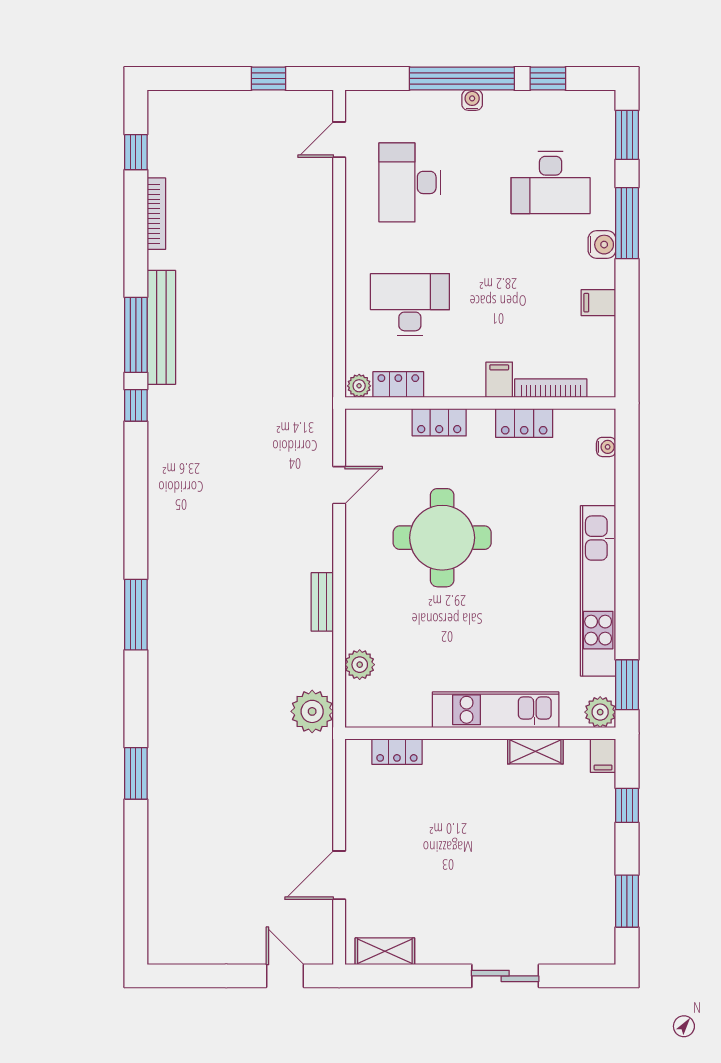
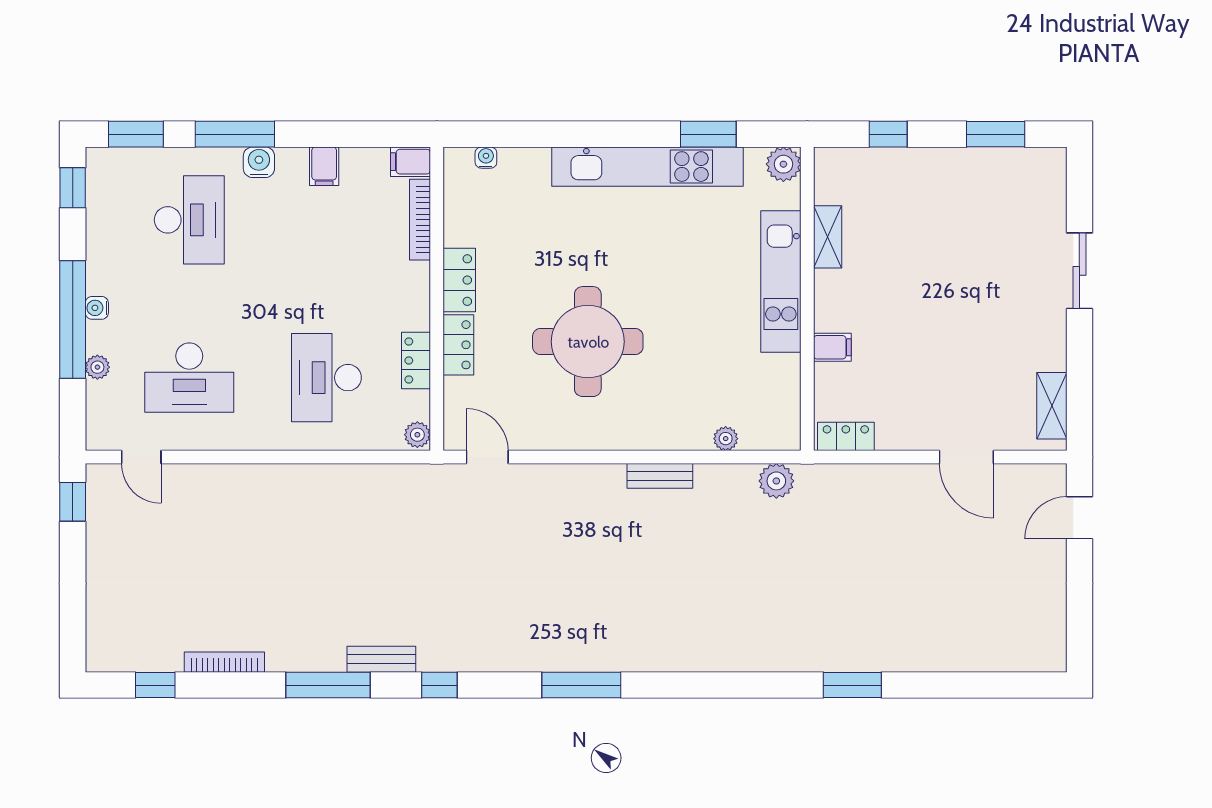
window: (269, 78) -> (73, 502), moved
window: (548, 78) -> (73, 188), moved
plant: (419, 101) -> (97, 367), added
bench: (161, 327) -> (381, 659), width x0.54, depth x0.82
window: (136, 335) -> (328, 685), moved
filing cabinet: (499, 380) -> (411, 162), moved
locker: (398, 385) -> (416, 360), moved
locker: (524, 423) -> (459, 280), moved
door: (339, 485) -> (487, 457), moved
window: (136, 615) -> (581, 685), moved
plant: (360, 665) -> (726, 439), width x0.73, depth x0.73
window: (627, 685) -> (708, 134), moved
plant: (312, 711) -> (776, 481), width x0.73, depth x0.73
locker: (397, 752) -> (846, 436), moved, turned -90
filing cabinet: (603, 756) -> (832, 347), moved

